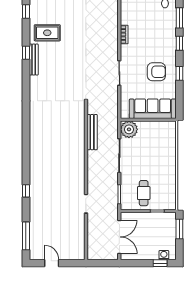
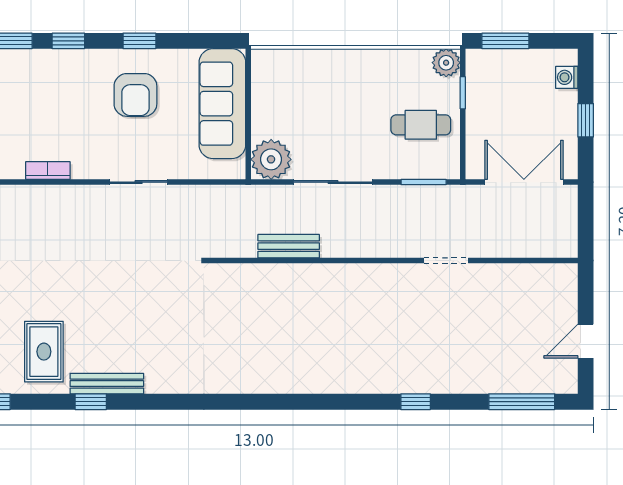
armchair: (156, 72) -> (135, 95), turned 180
bench: (92, 132) -> (289, 246), width x0.73
plant: (170, 204) -> (446, 63), added
window: (160, 263) -> (586, 120), moved

